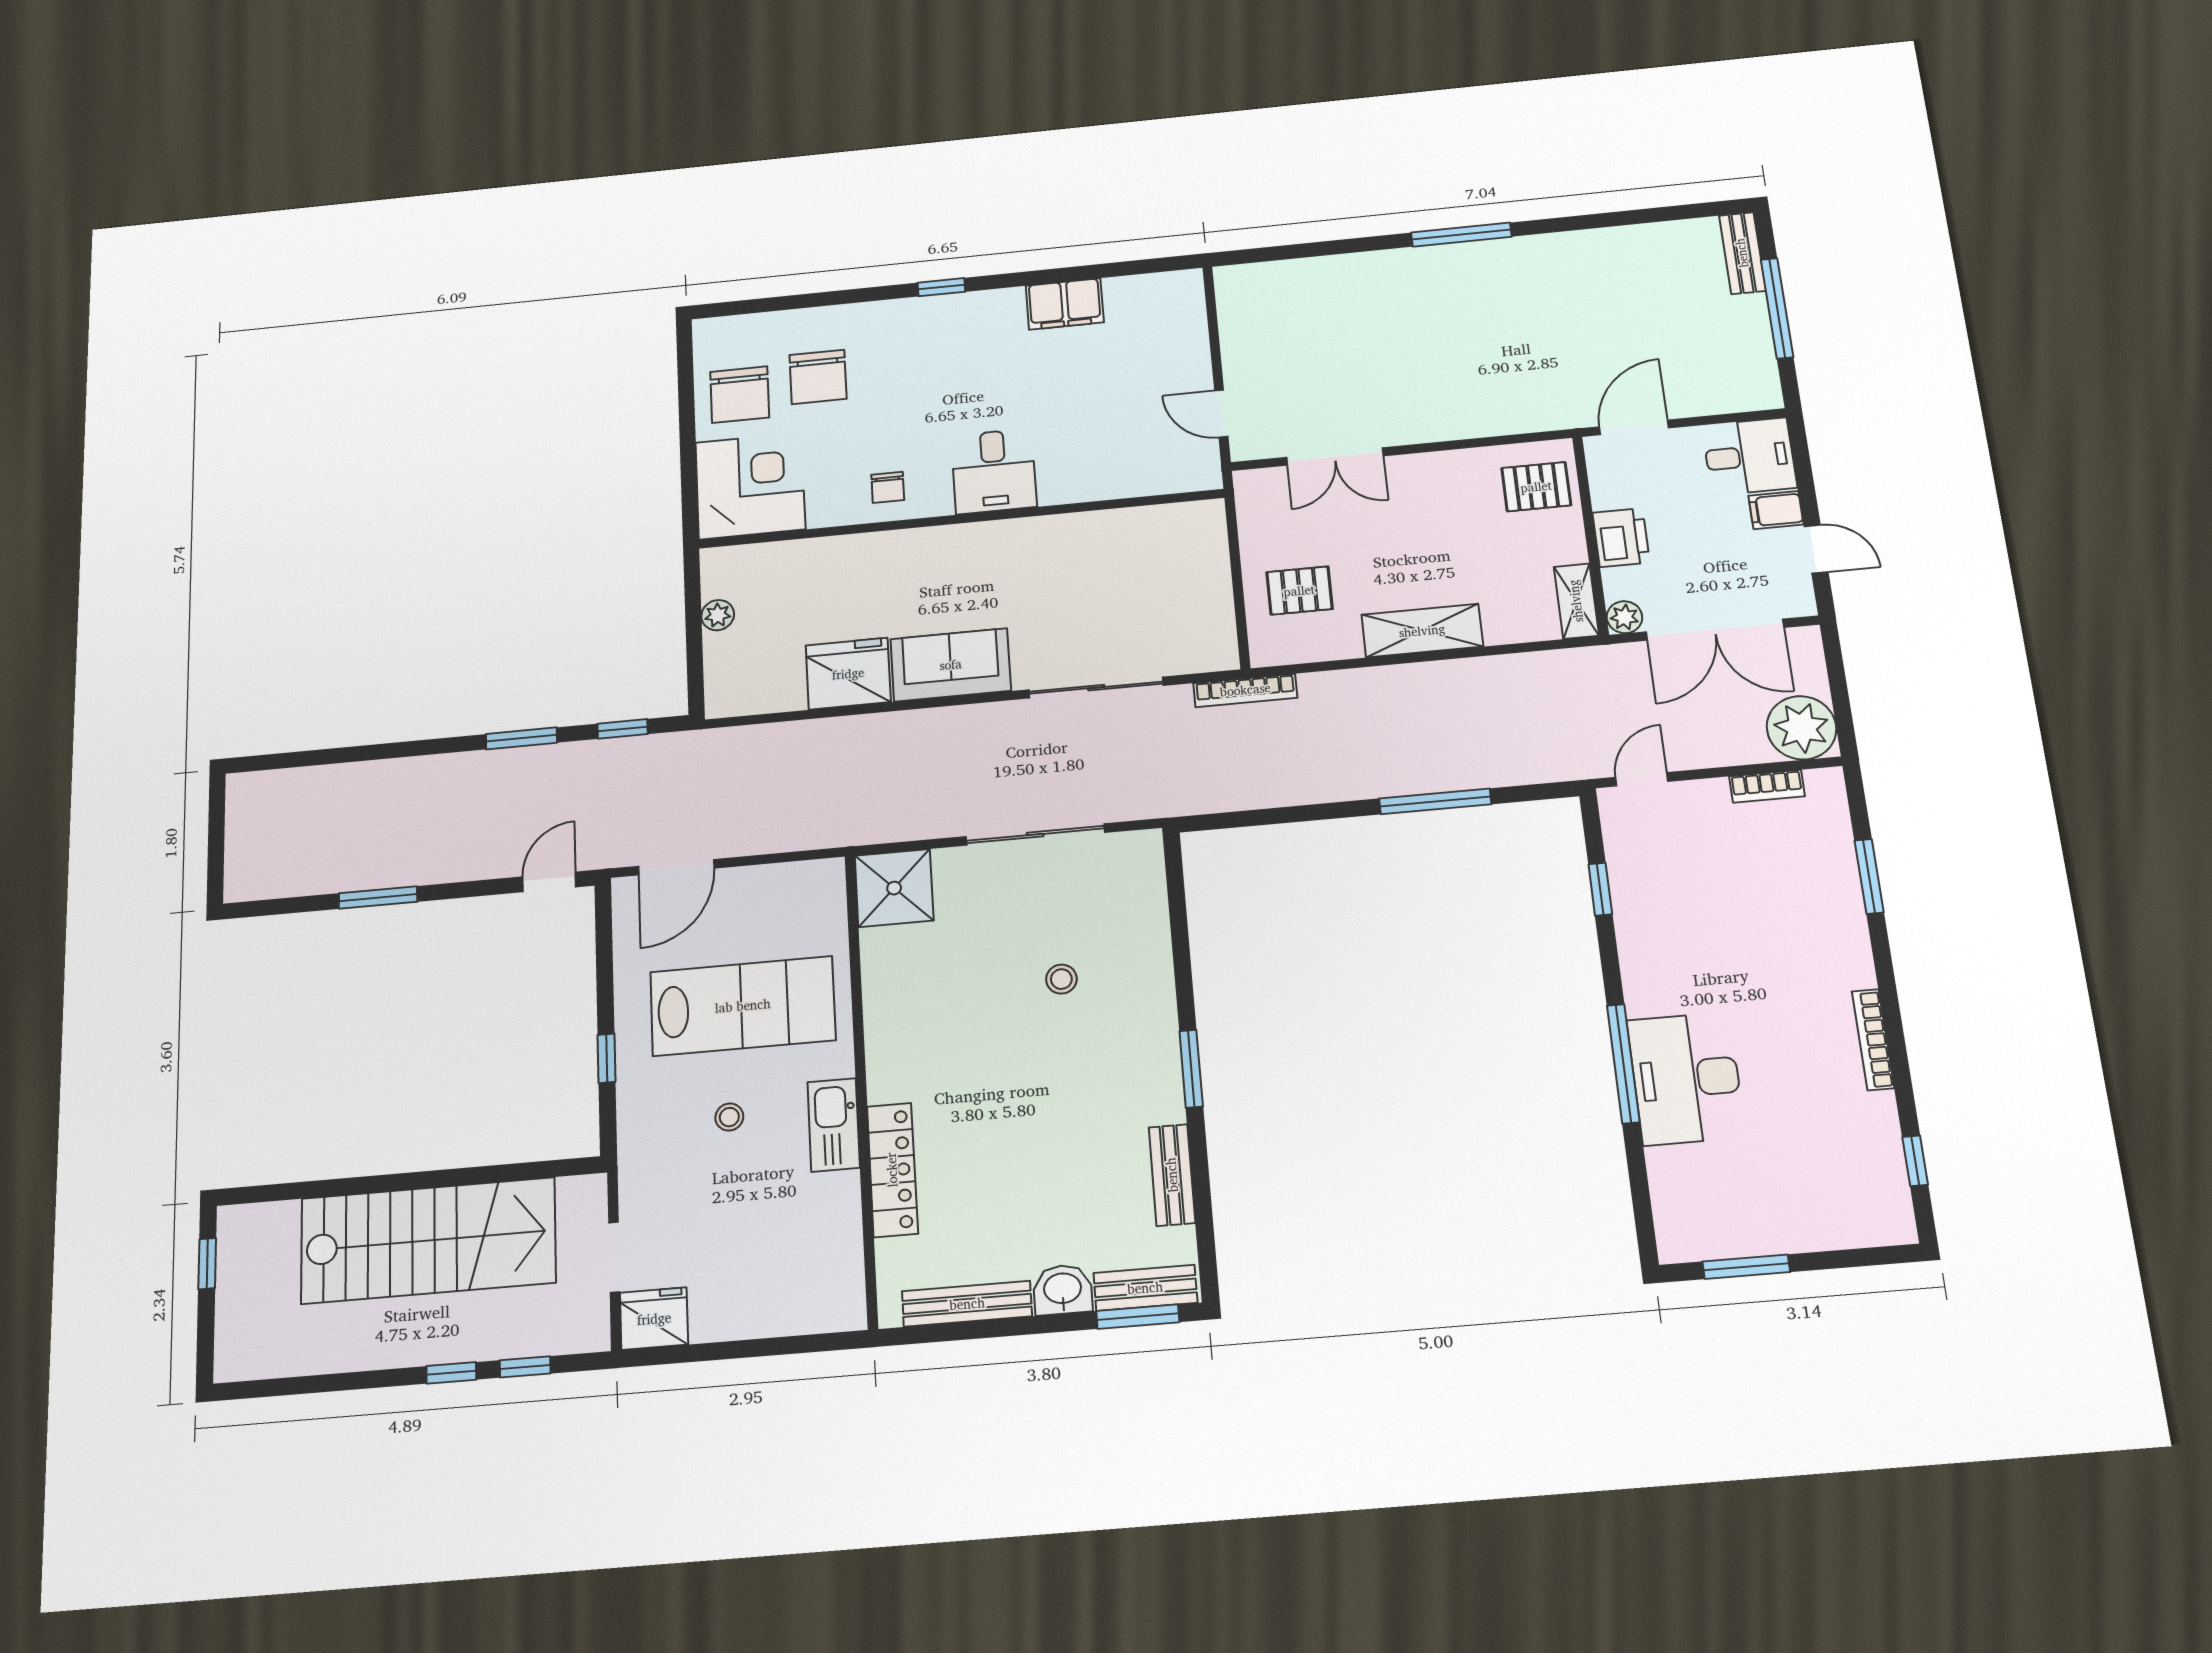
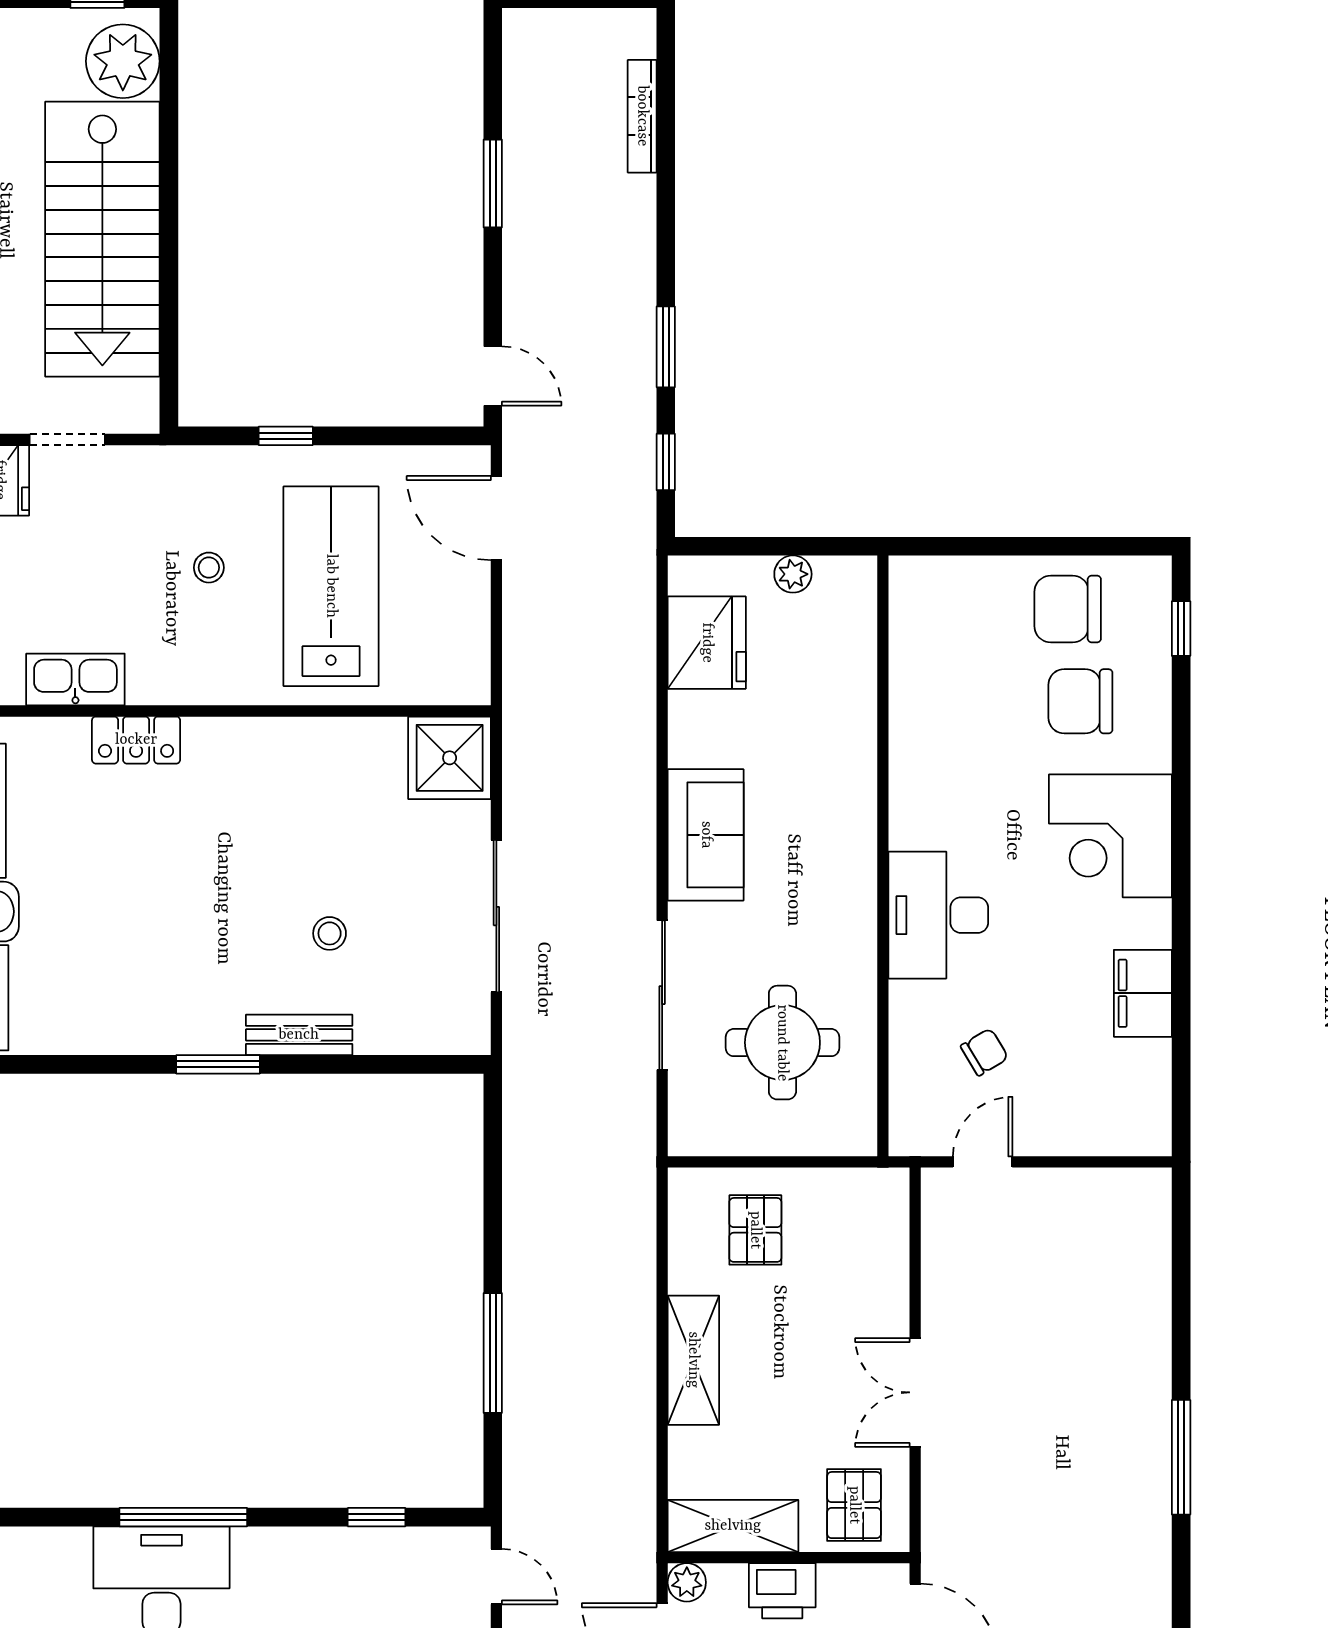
window: (941, 287) -> (1181, 629), moved
double door: (1335, 457) -> (915, 1392), moved
desk: (994, 471) -> (938, 915), width x1.37
corner desk: (750, 486) -> (1110, 836), moved, turned 90
chair: (888, 487) -> (984, 1052), moved, turned 149
round table: (1130, 584) -> (782, 1043), added
shelving: (1576, 601) -> (733, 1526), width x1.50, depth x1.33
fridge: (848, 674) -> (707, 643), moved
bookcase: (1245, 690) -> (642, 116), moved
lab bench: (743, 1006) -> (331, 586), turned 180
kitchen sink: (834, 1125) -> (75, 679), moved
locker: (892, 1170) -> (136, 740), width x0.66
bench: (1172, 1175) -> (299, 1035), moved
plant: (265, 1235) -> (123, 61), added

